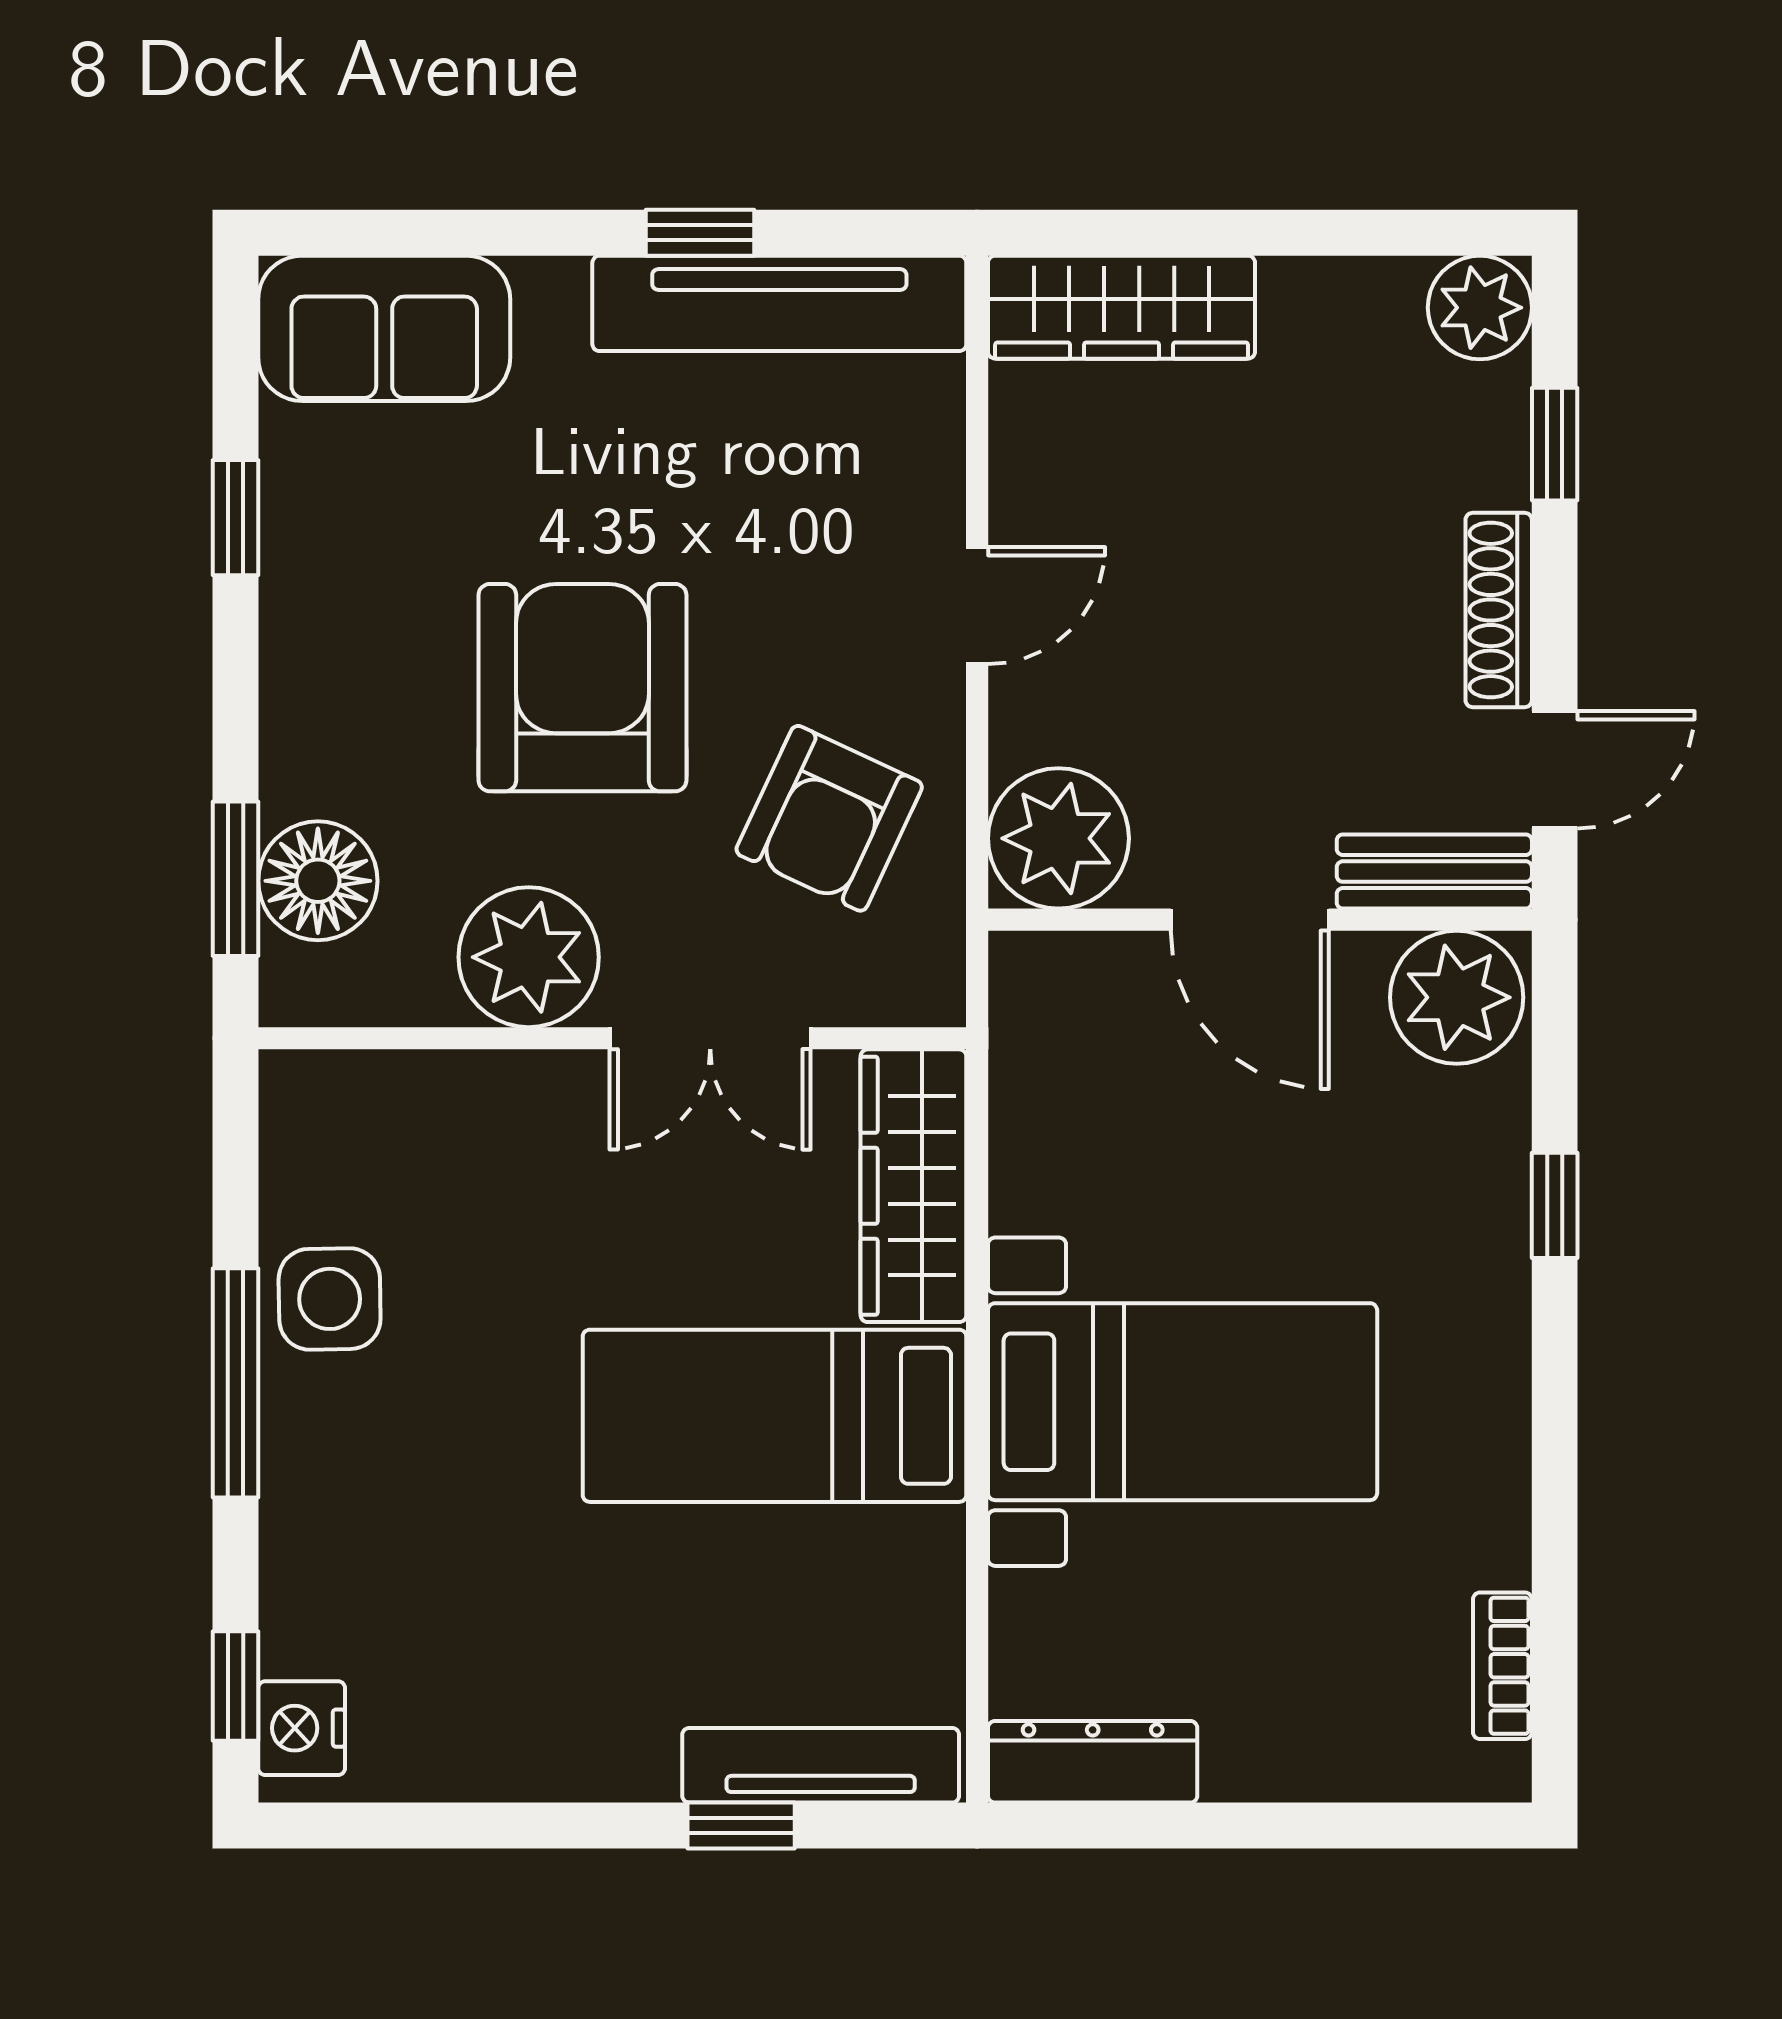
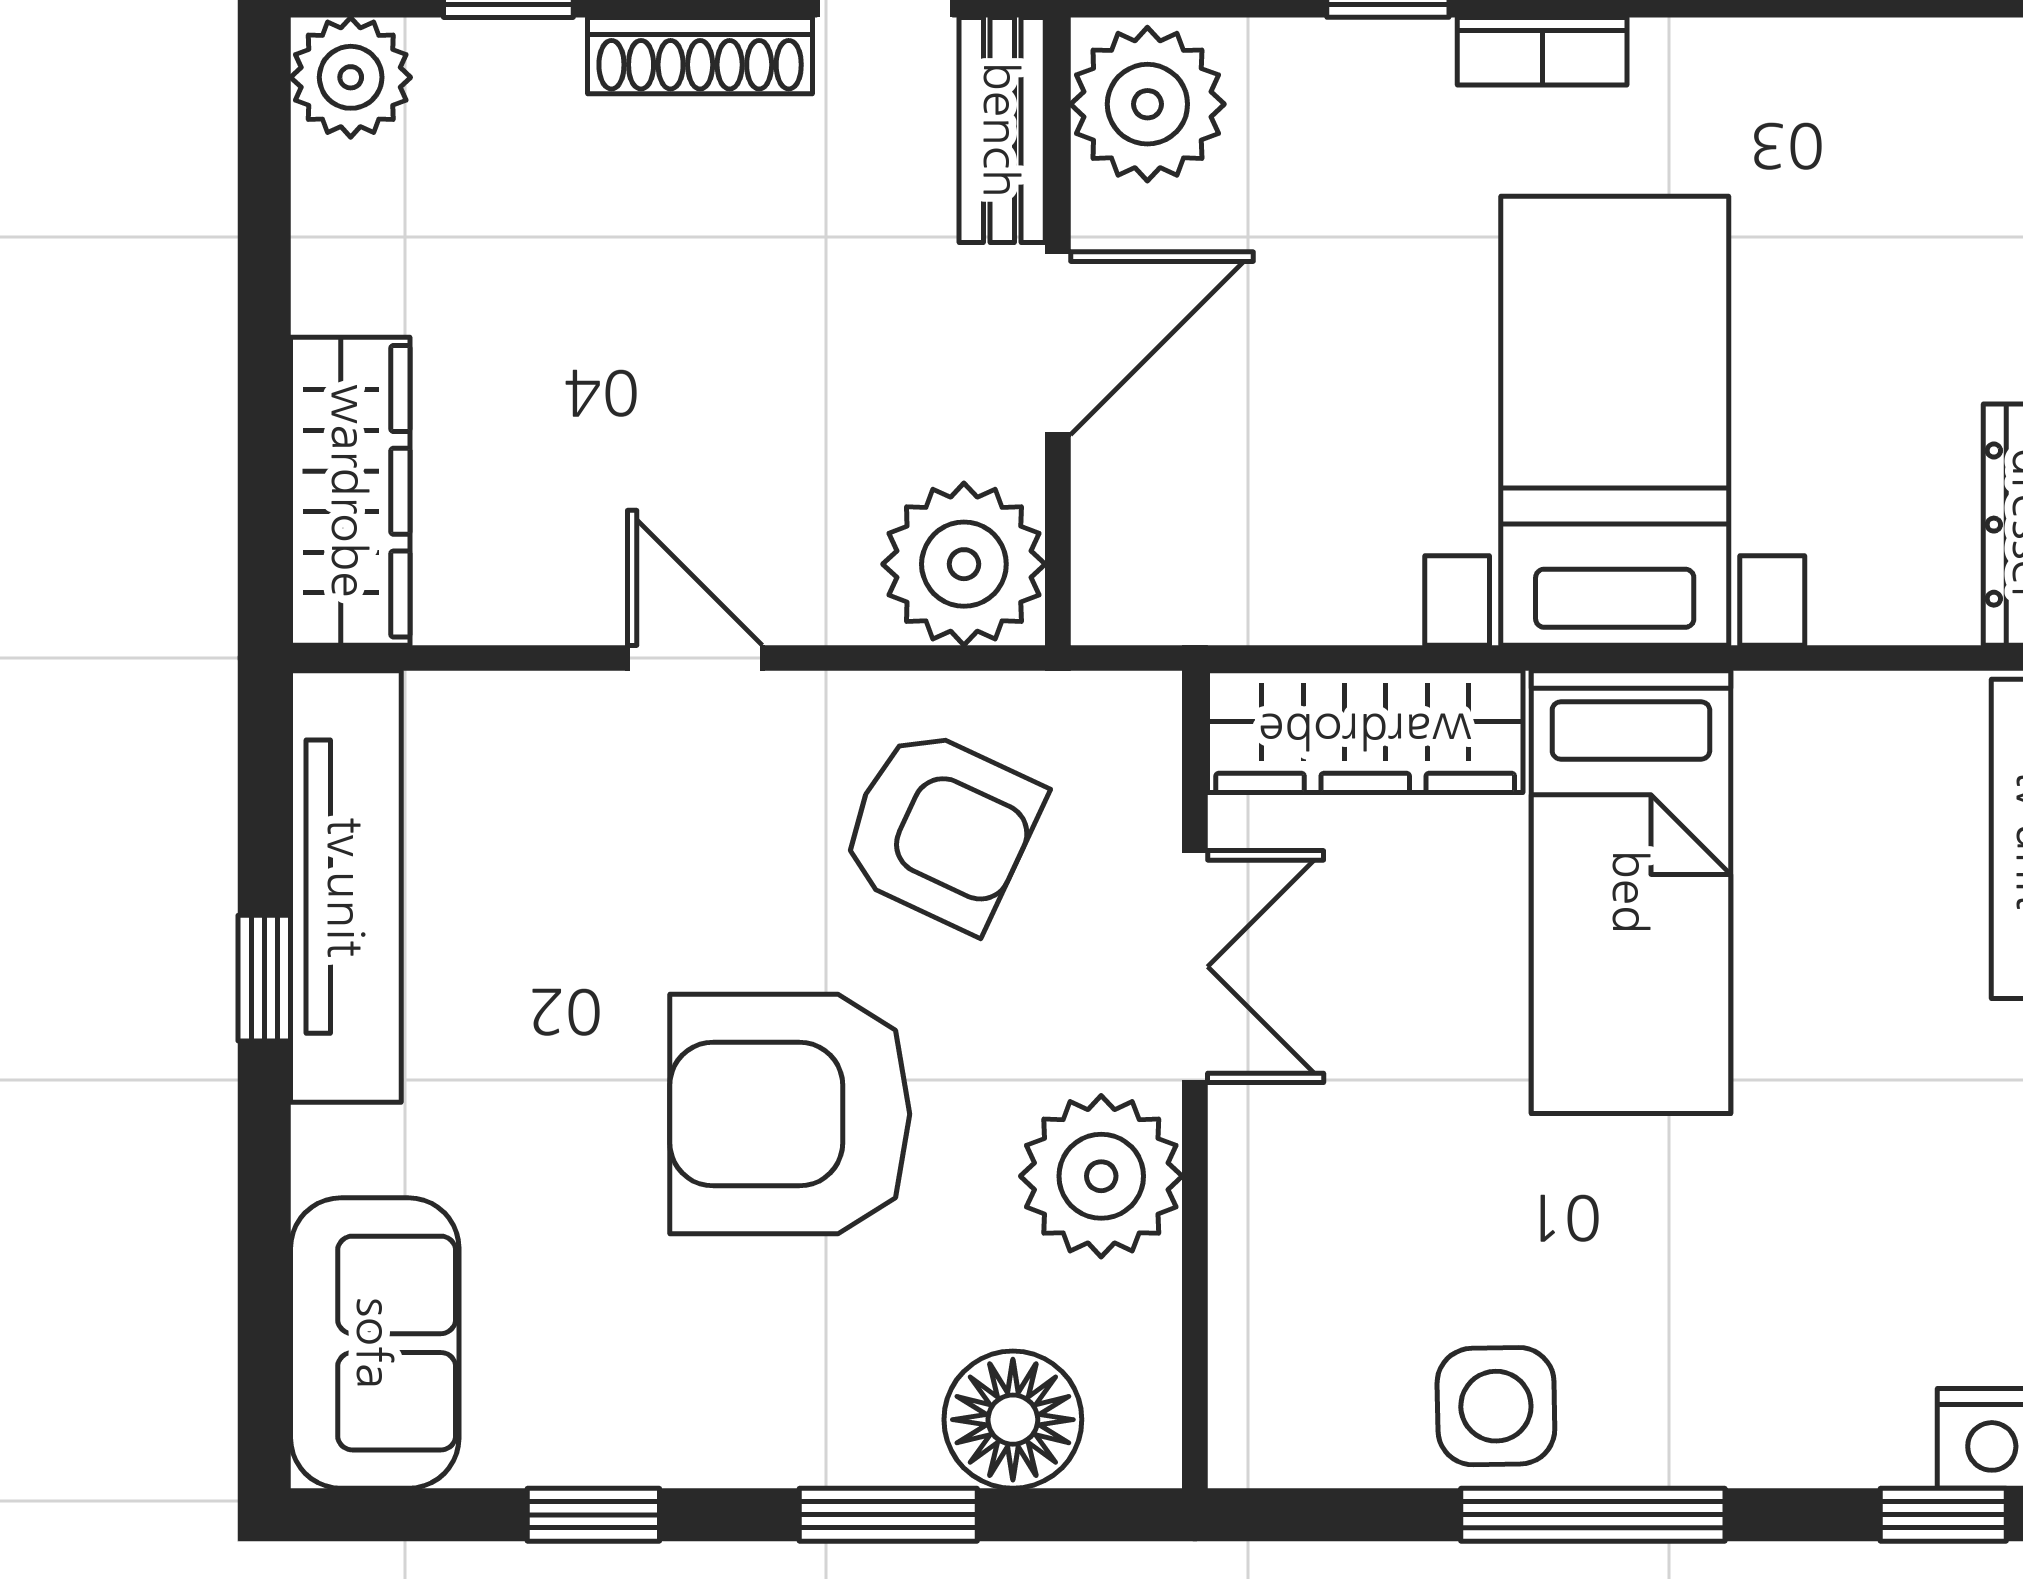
window: (236, 879) -> (888, 1515), moved
bookcase: (1502, 1666) -> (1542, 51), moved

